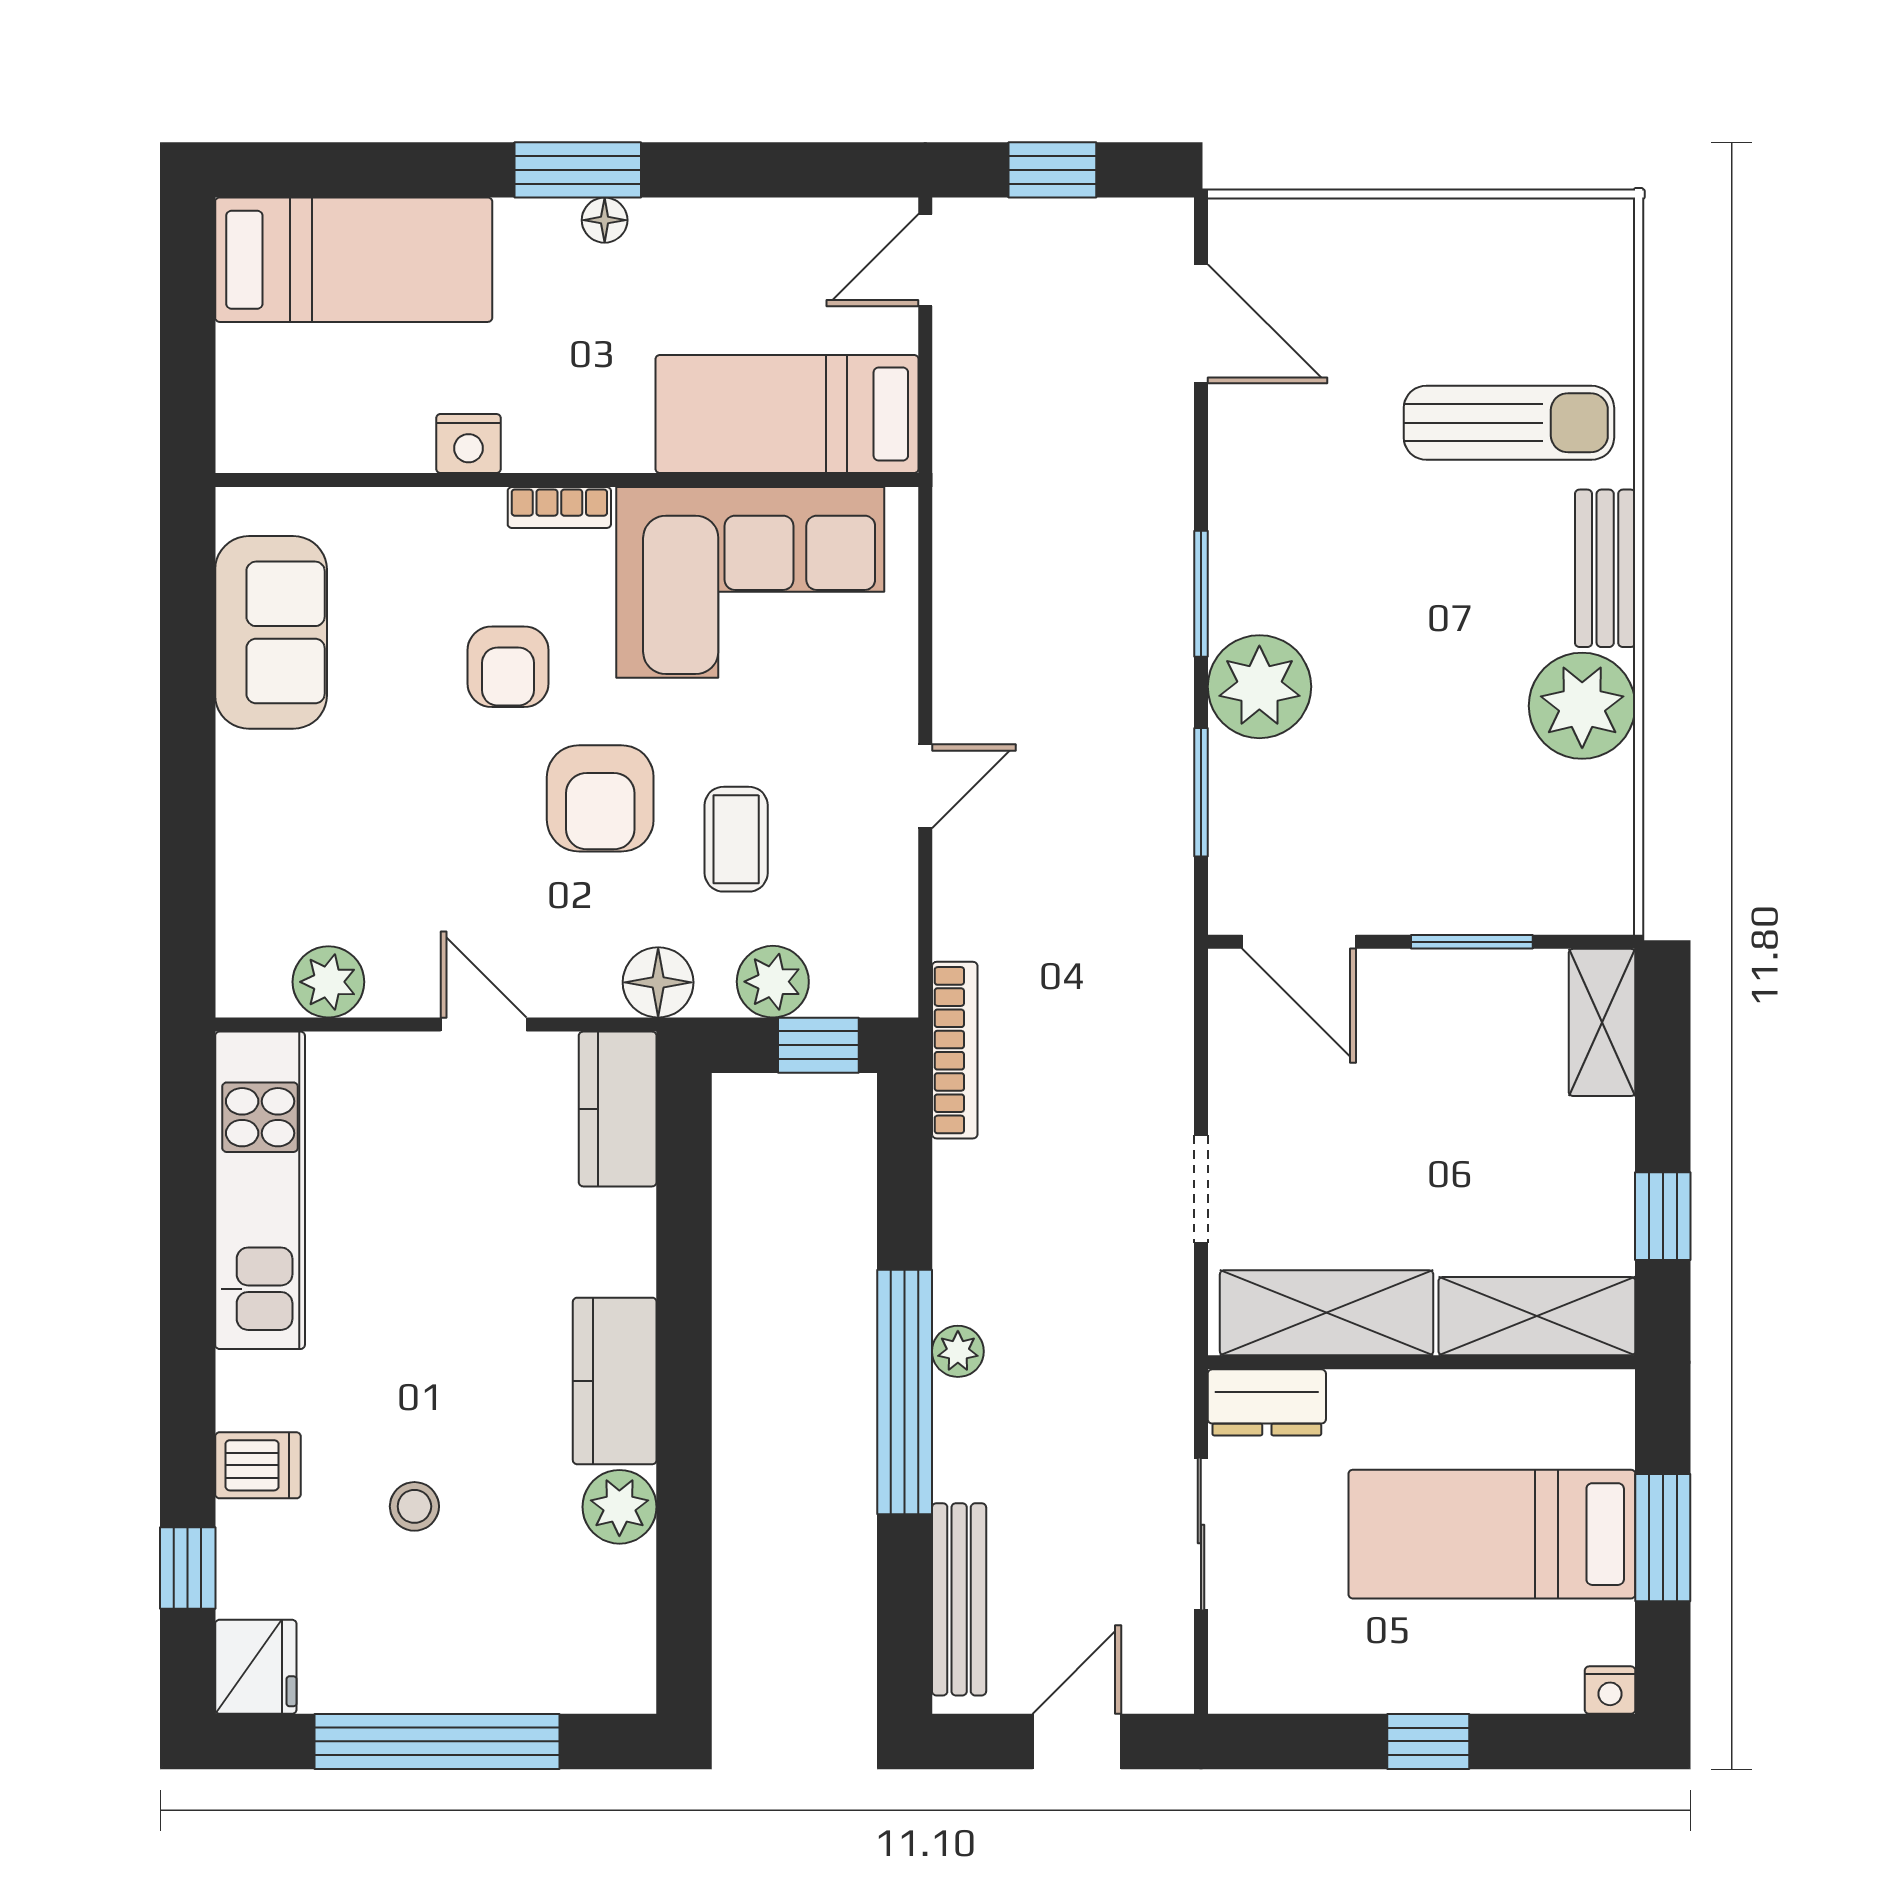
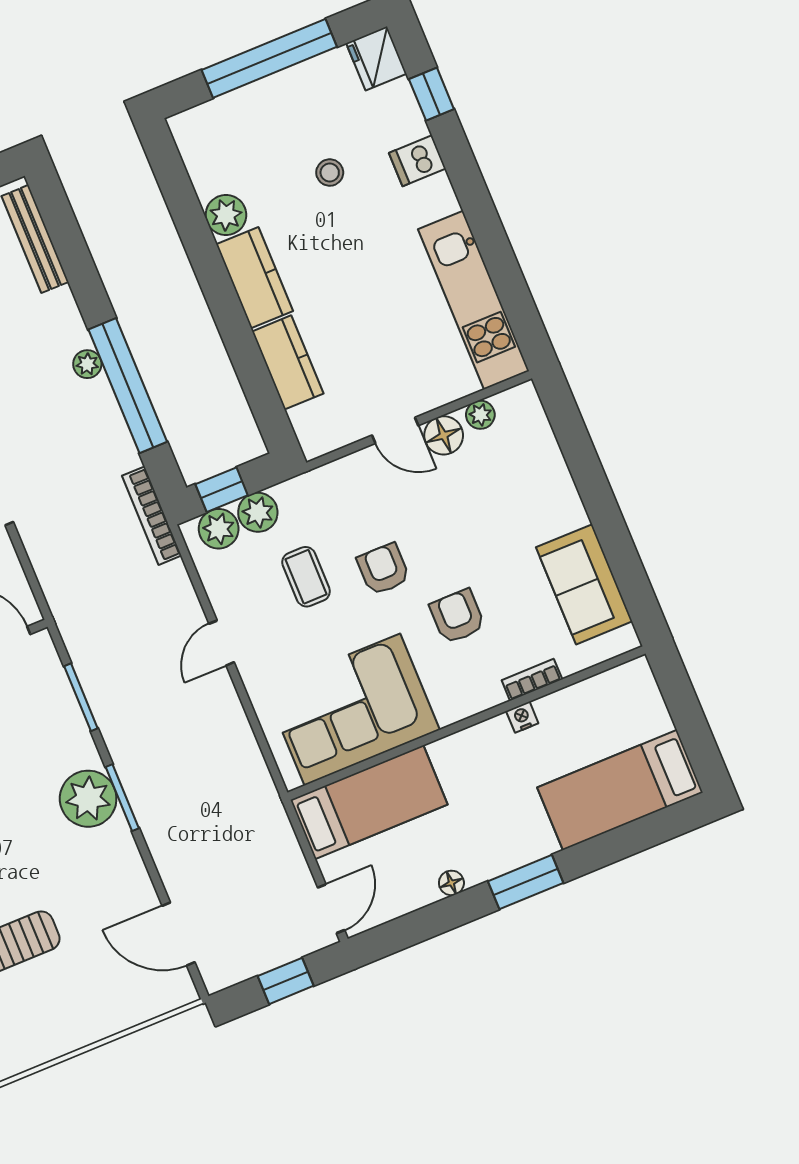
floor lamp: (605, 220) -> (451, 883), moved
nightstand: (468, 444) -> (522, 717), width x0.72, depth x0.74
bookcase: (559, 508) -> (532, 680), moved
plant: (1259, 687) -> (88, 799), moved
armchair: (600, 798) -> (383, 569), width x0.72, depth x0.72
plant: (851, 981) -> (219, 529), added
plant: (328, 982) -> (480, 415), width x0.73, depth x0.73
floor lamp: (658, 982) -> (444, 435), moved
kitchen counter: (618, 1109) -> (288, 362), moved
window: (905, 1392) -> (128, 386), moved

